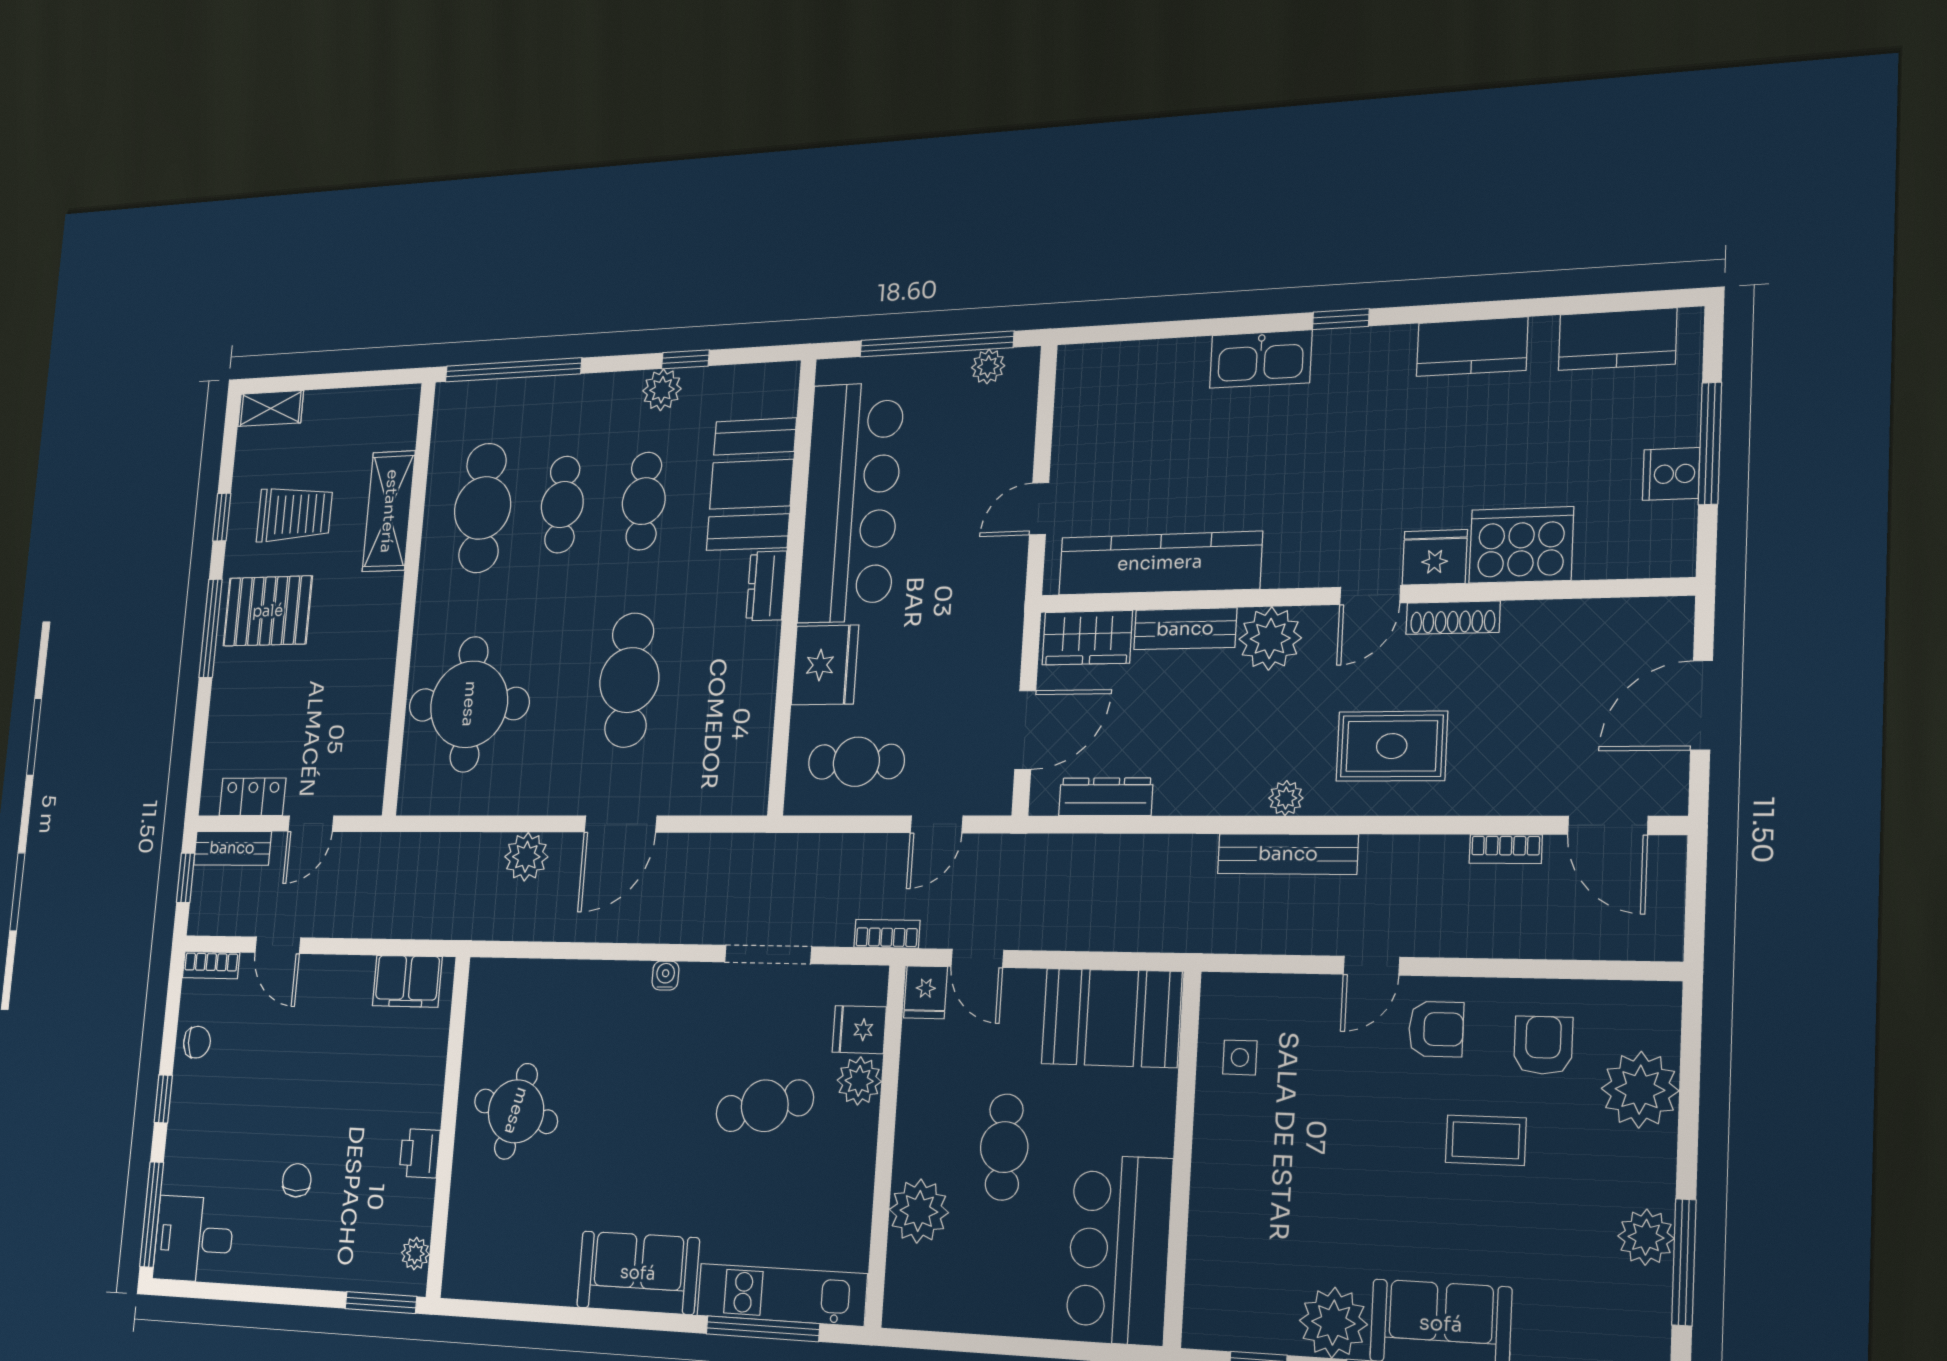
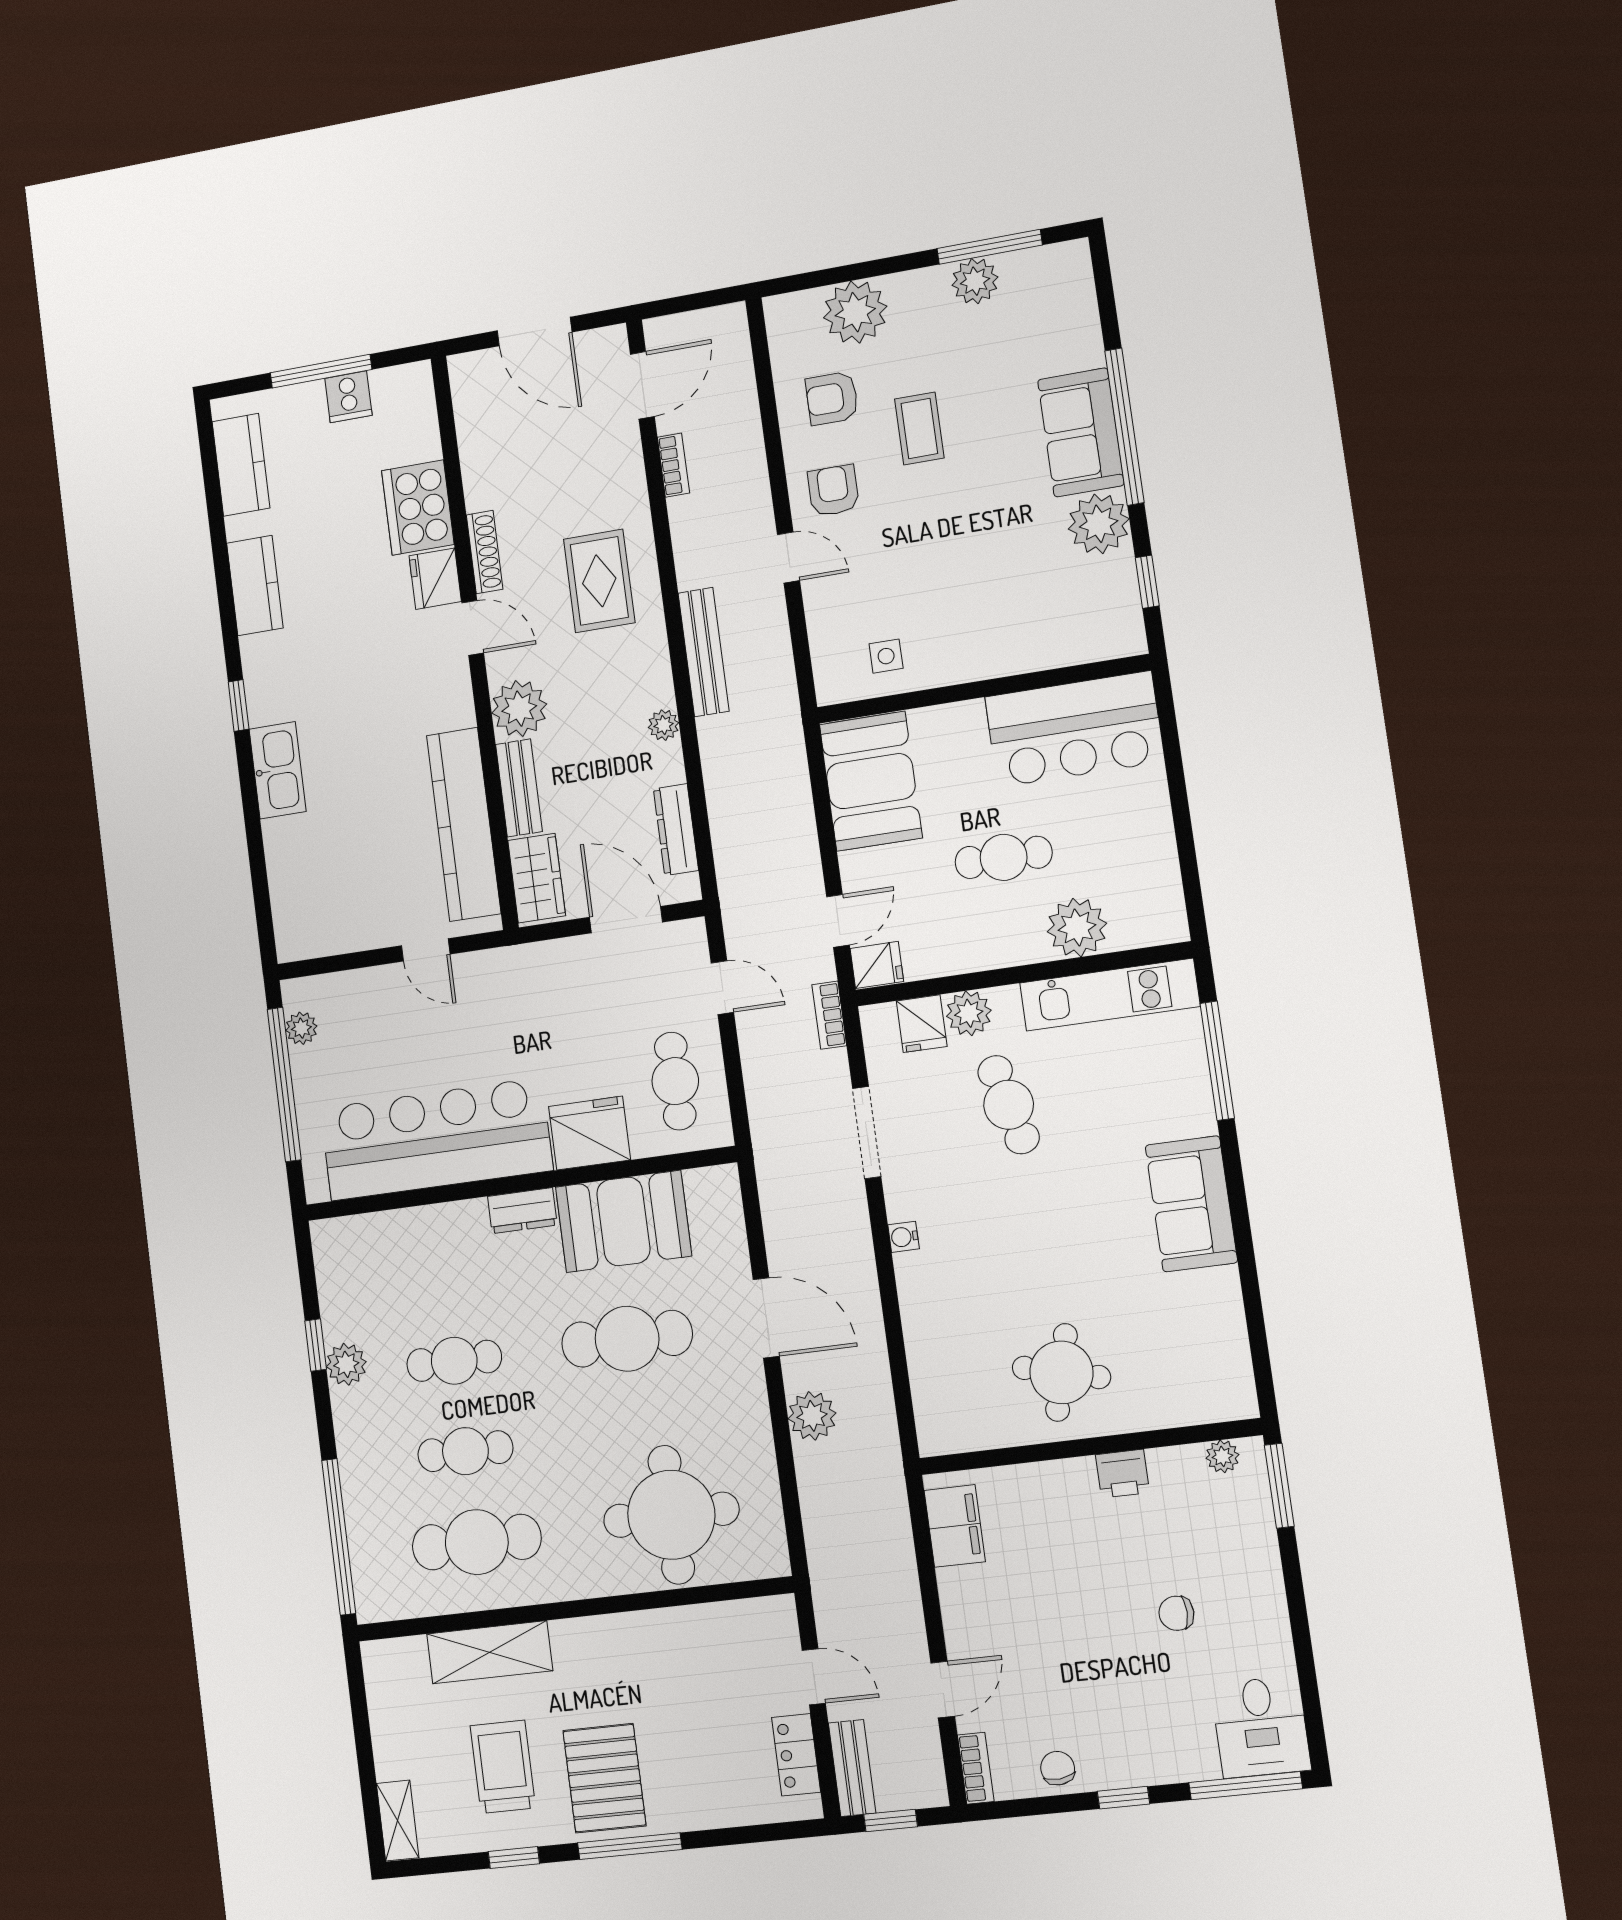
booth: (751, 484) -> (623, 1221), moved
plant: (1286, 798) -> (664, 725), moved
kitchen unit: (782, 1295) -> (1110, 995), moved, turned -90

